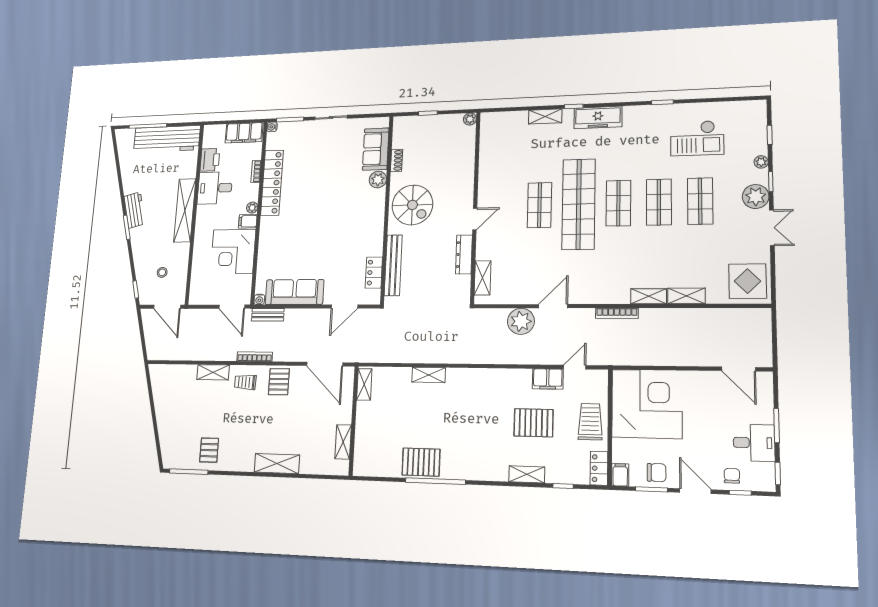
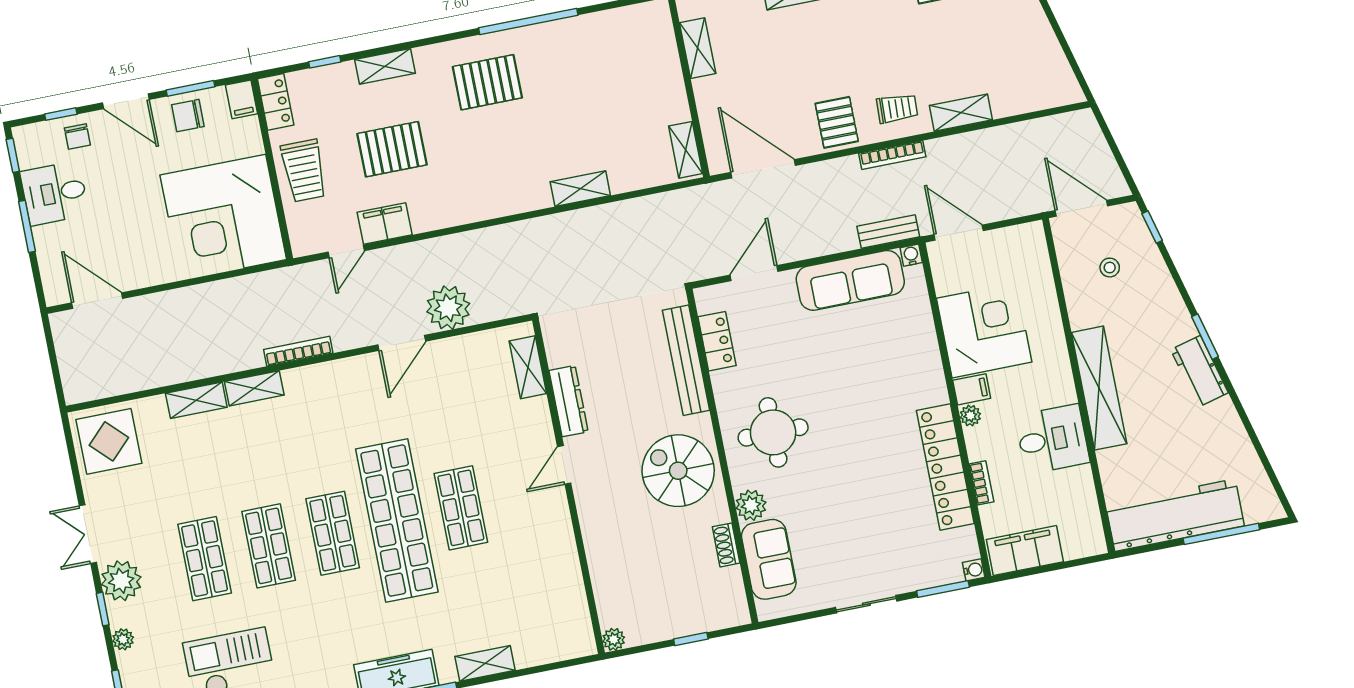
printer: (210, 160) -> (1077, 490), removed
round table: (356, 217) -> (773, 432), added
pallet: (421, 462) -> (487, 82), moved

